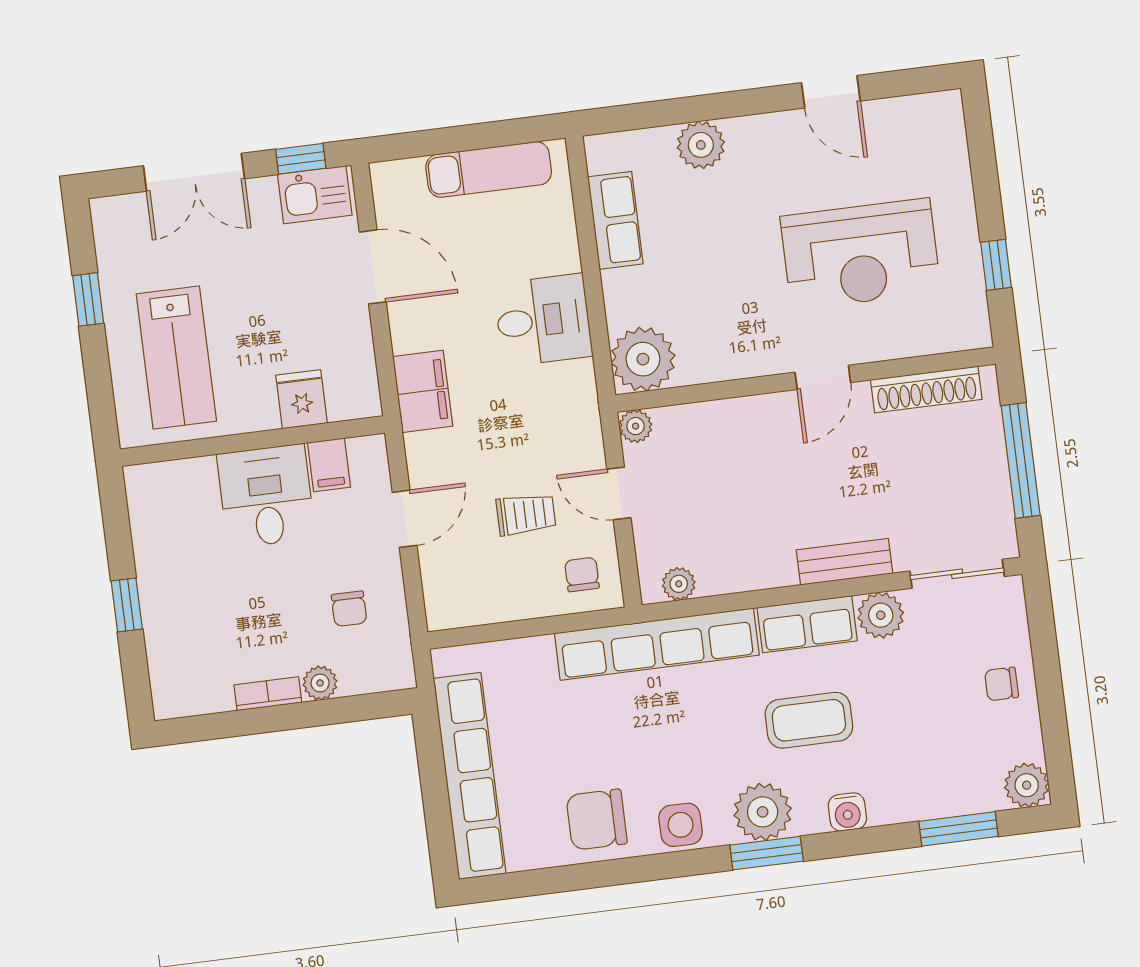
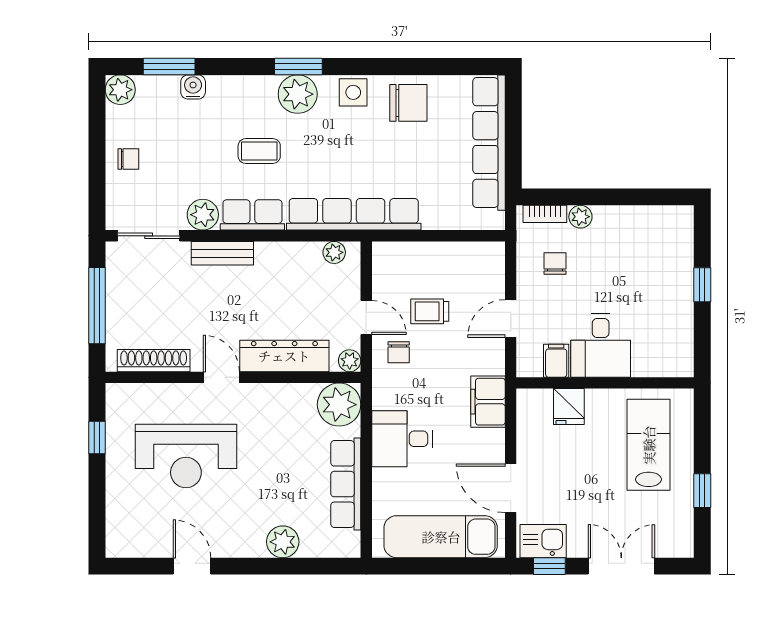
exam couch: (489, 170) -> (441, 537), width x1.36, depth x1.45
row of seats: (615, 220) -> (346, 484), width x1.48
reception desk: (861, 254) -> (186, 456), turned 180
door: (823, 377) -> (221, 377), hinge flipped
dresser: (733, 421) -> (284, 356), added
chair: (582, 575) -> (399, 352), moved
bookcase: (268, 694) -> (545, 214), moved
coffee table: (809, 720) -> (259, 151), width x0.73, depth x0.77
water cooler: (847, 812) -> (193, 87), moved

